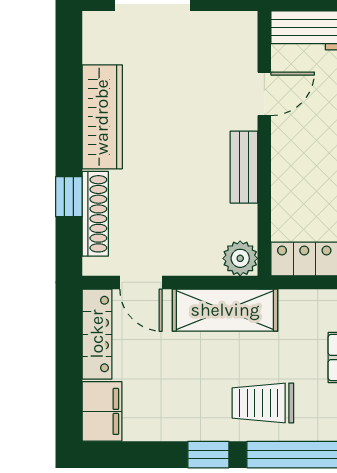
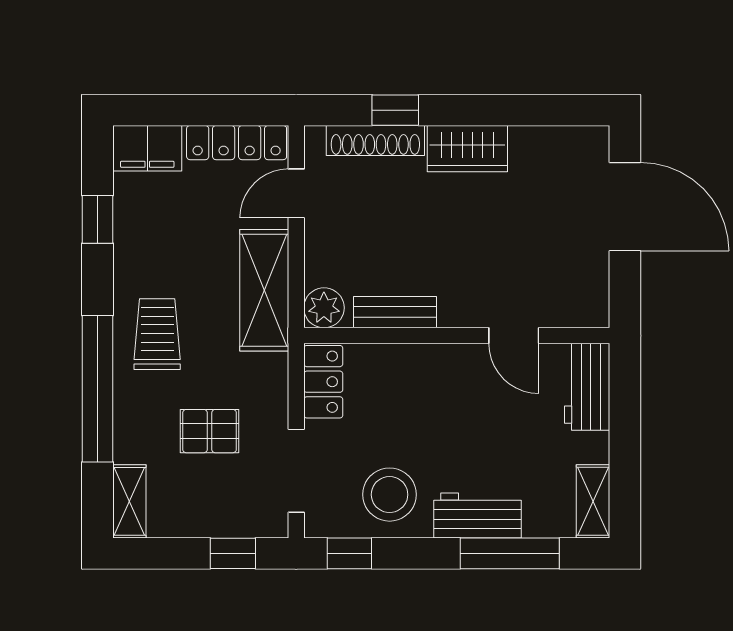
wardrobe: (102, 117) -> (467, 149), width x0.67
bench: (244, 167) -> (395, 312), moved
window: (208, 455) -> (97, 219), moved

